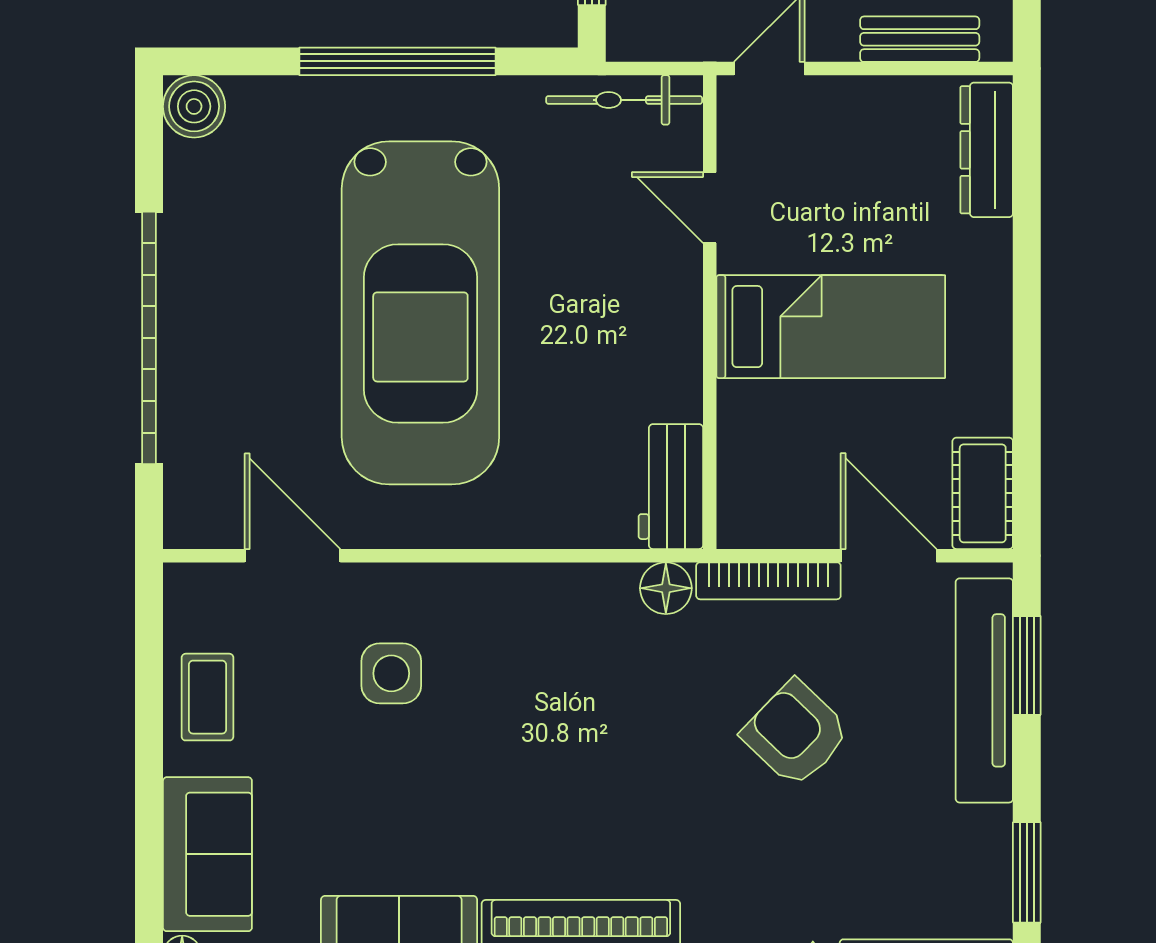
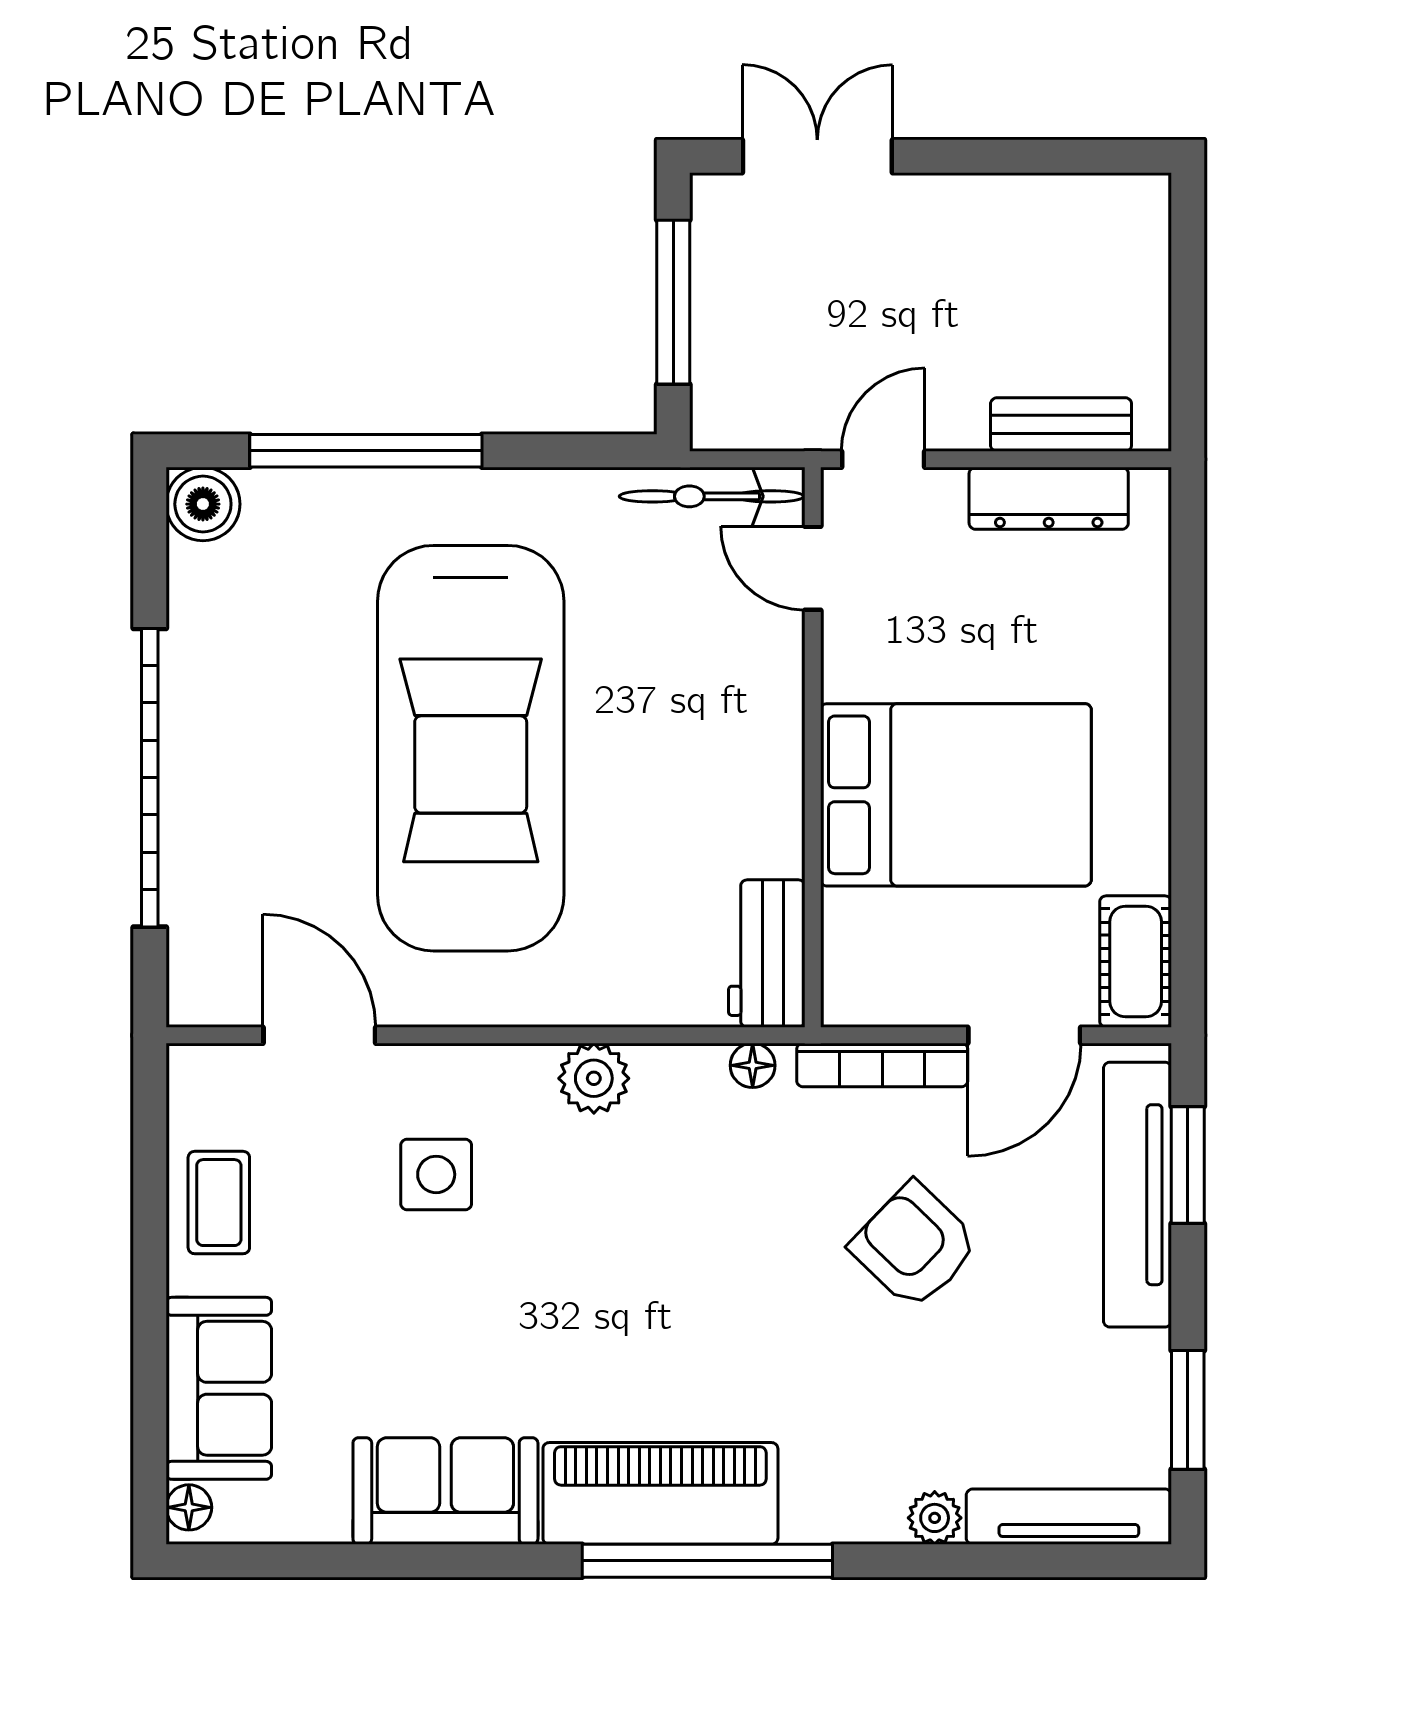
window: (397, 61) -> (366, 451), moved
dresser: (987, 150) -> (1049, 498), moved, turned -90
door: (710, 208) -> (813, 568), moved
bed: (831, 327) -> (956, 795), width x1.50
door: (889, 556) -> (1024, 1035), swing flipped
floor lamp: (666, 588) -> (753, 1065), width x0.73, depth x0.73
plant: (525, 592) -> (594, 1078), added

